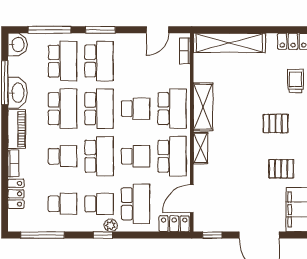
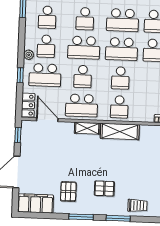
school desk: (172, 109) -> (119, 107), width x0.54
pallet: (276, 124) -> (104, 188), turned 90
window: (103, 235) -> (20, 75), moved

